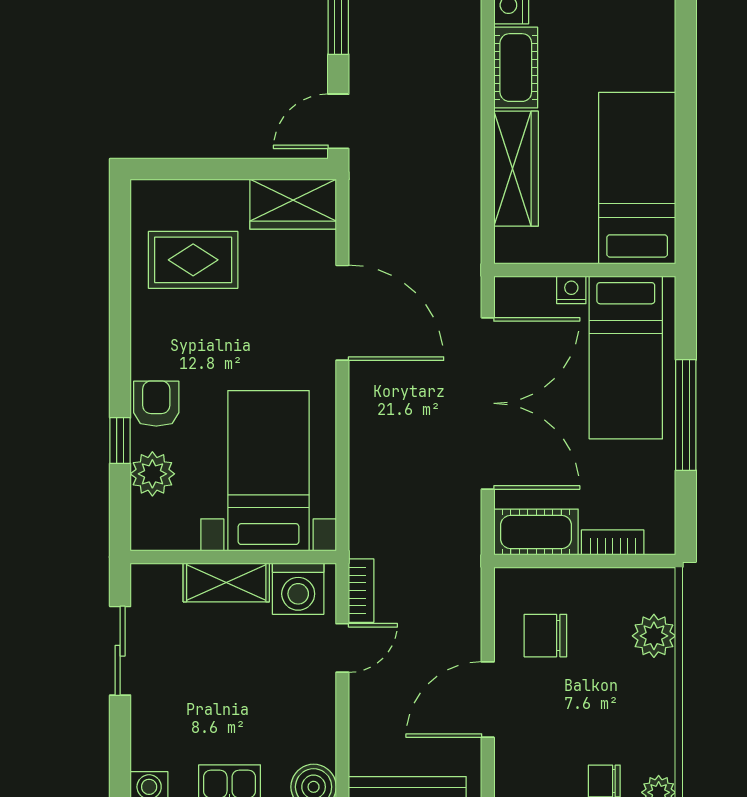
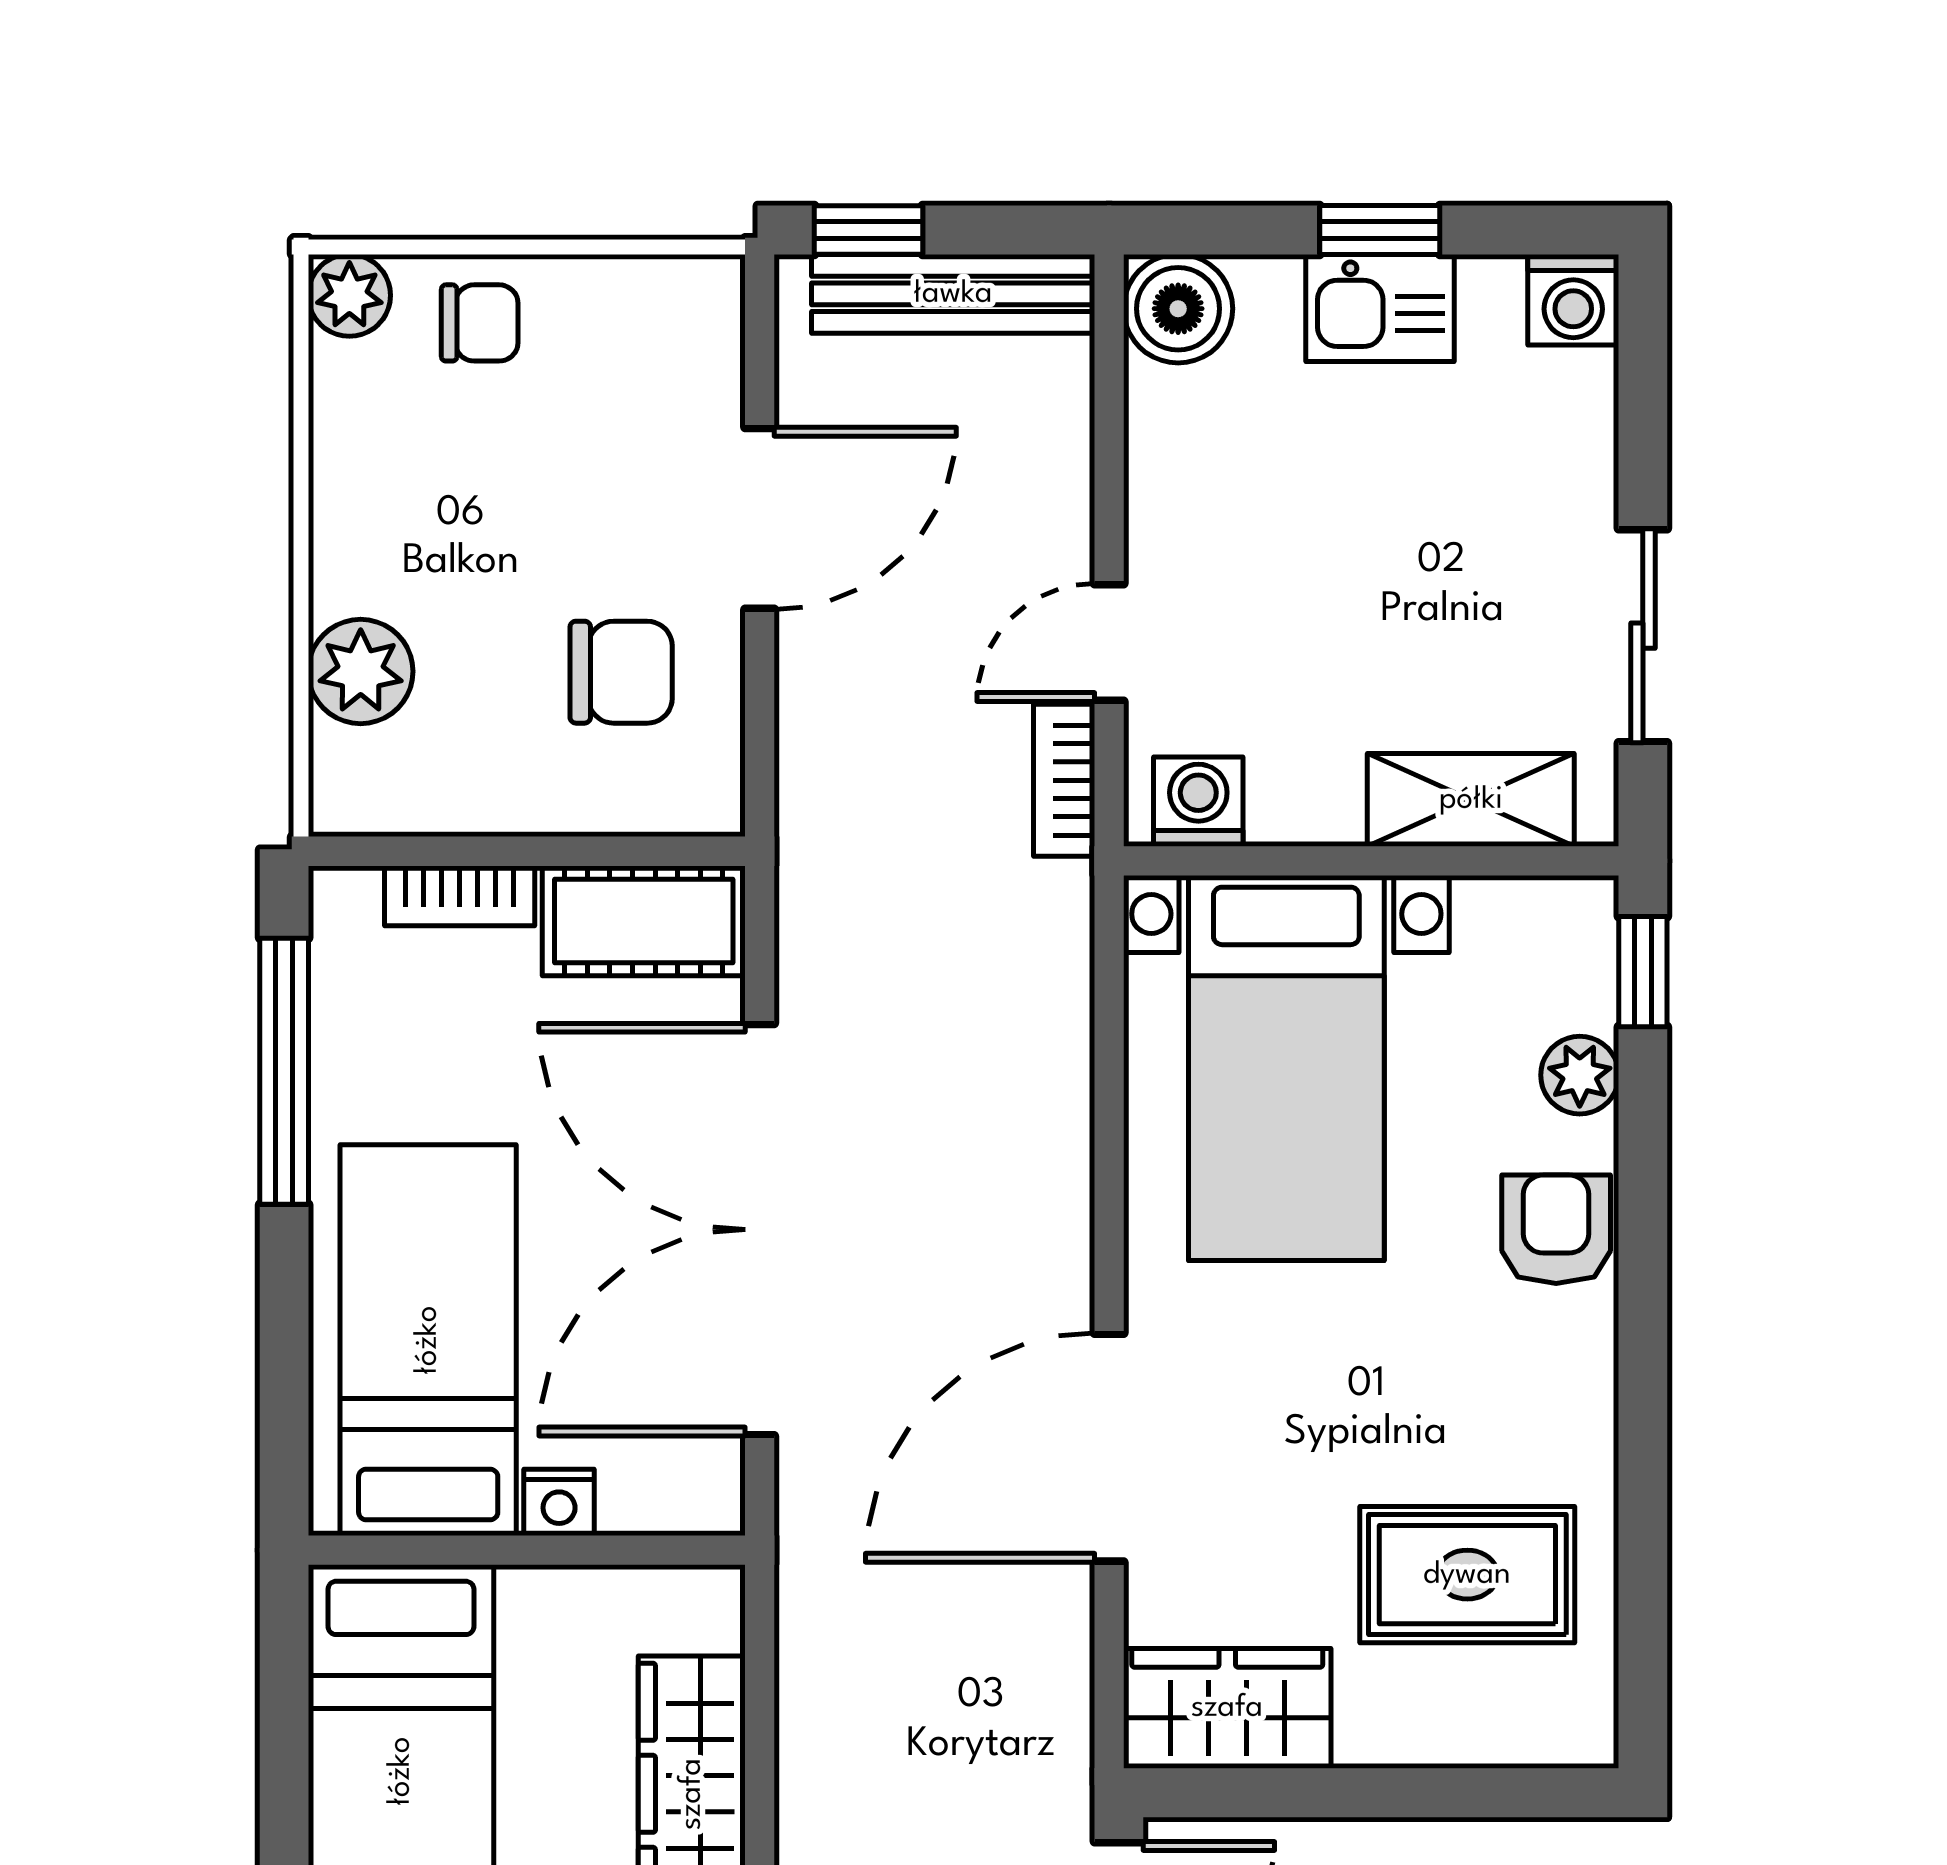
door: (342, 313) -> (1109, 1448), hinge flipped
armchair: (156, 404) -> (1556, 1229), turned 180
window: (686, 415) -> (284, 1071), moved
window: (120, 441) -> (1643, 972), moved
plant: (152, 474) -> (1580, 1075), width x0.73, depth x0.73
shelving: (226, 582) -> (1471, 800), moved
washing machine: (298, 589) -> (1198, 802), width x0.73, depth x0.73

